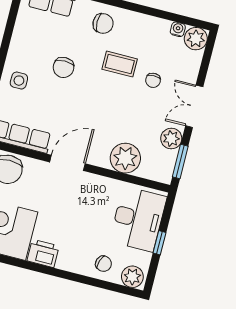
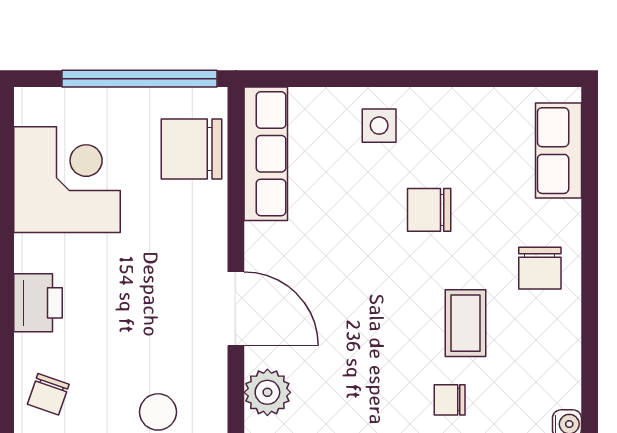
plant: (125, 158) -> (267, 392), width x0.73, depth x0.73
door: (67, 163) -> (236, 309), moved
printer: (43, 253) -> (38, 303), moved

